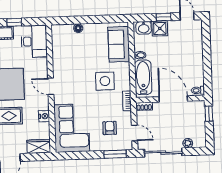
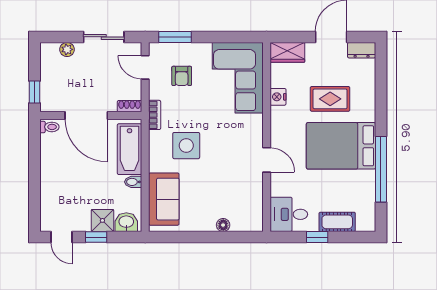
desk: (34, 41) -> (289, 214), width x0.73
door: (51, 86) -> (267, 160), moved
sliding door: (163, 152) -> (104, 37), width x0.73

